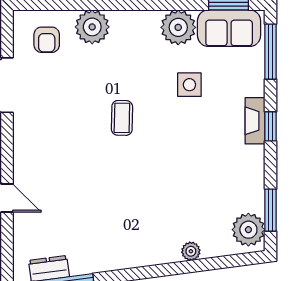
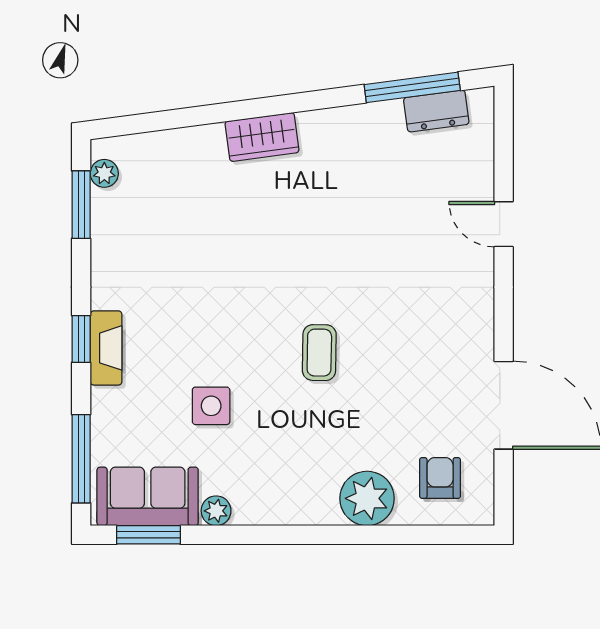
plant: (178, 27) -> (216, 511), width x0.53, depth x0.53
plant: (248, 230) -> (104, 173), width x0.53, depth x0.53
plant: (191, 251) -> (209, 139), removed
wardrobe: (158, 252) -> (262, 137), added

